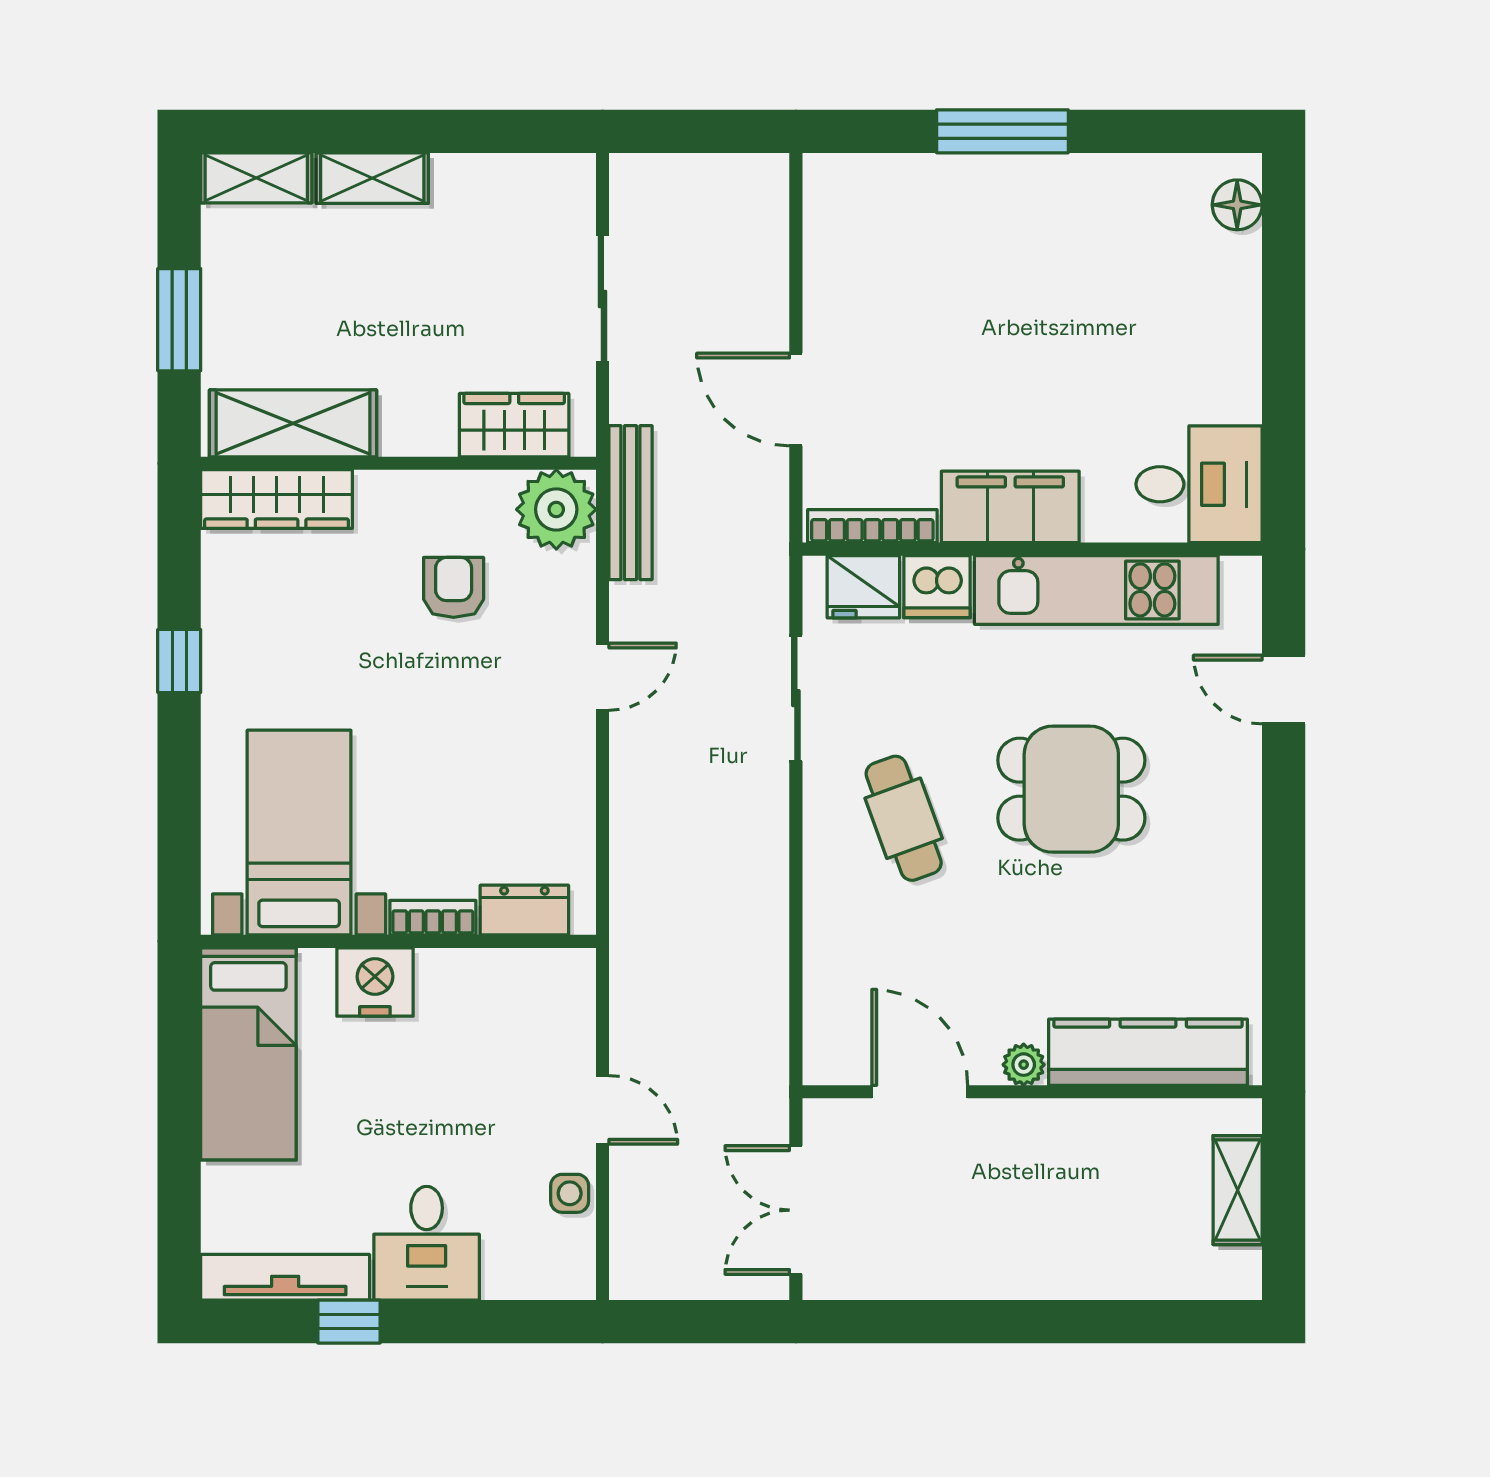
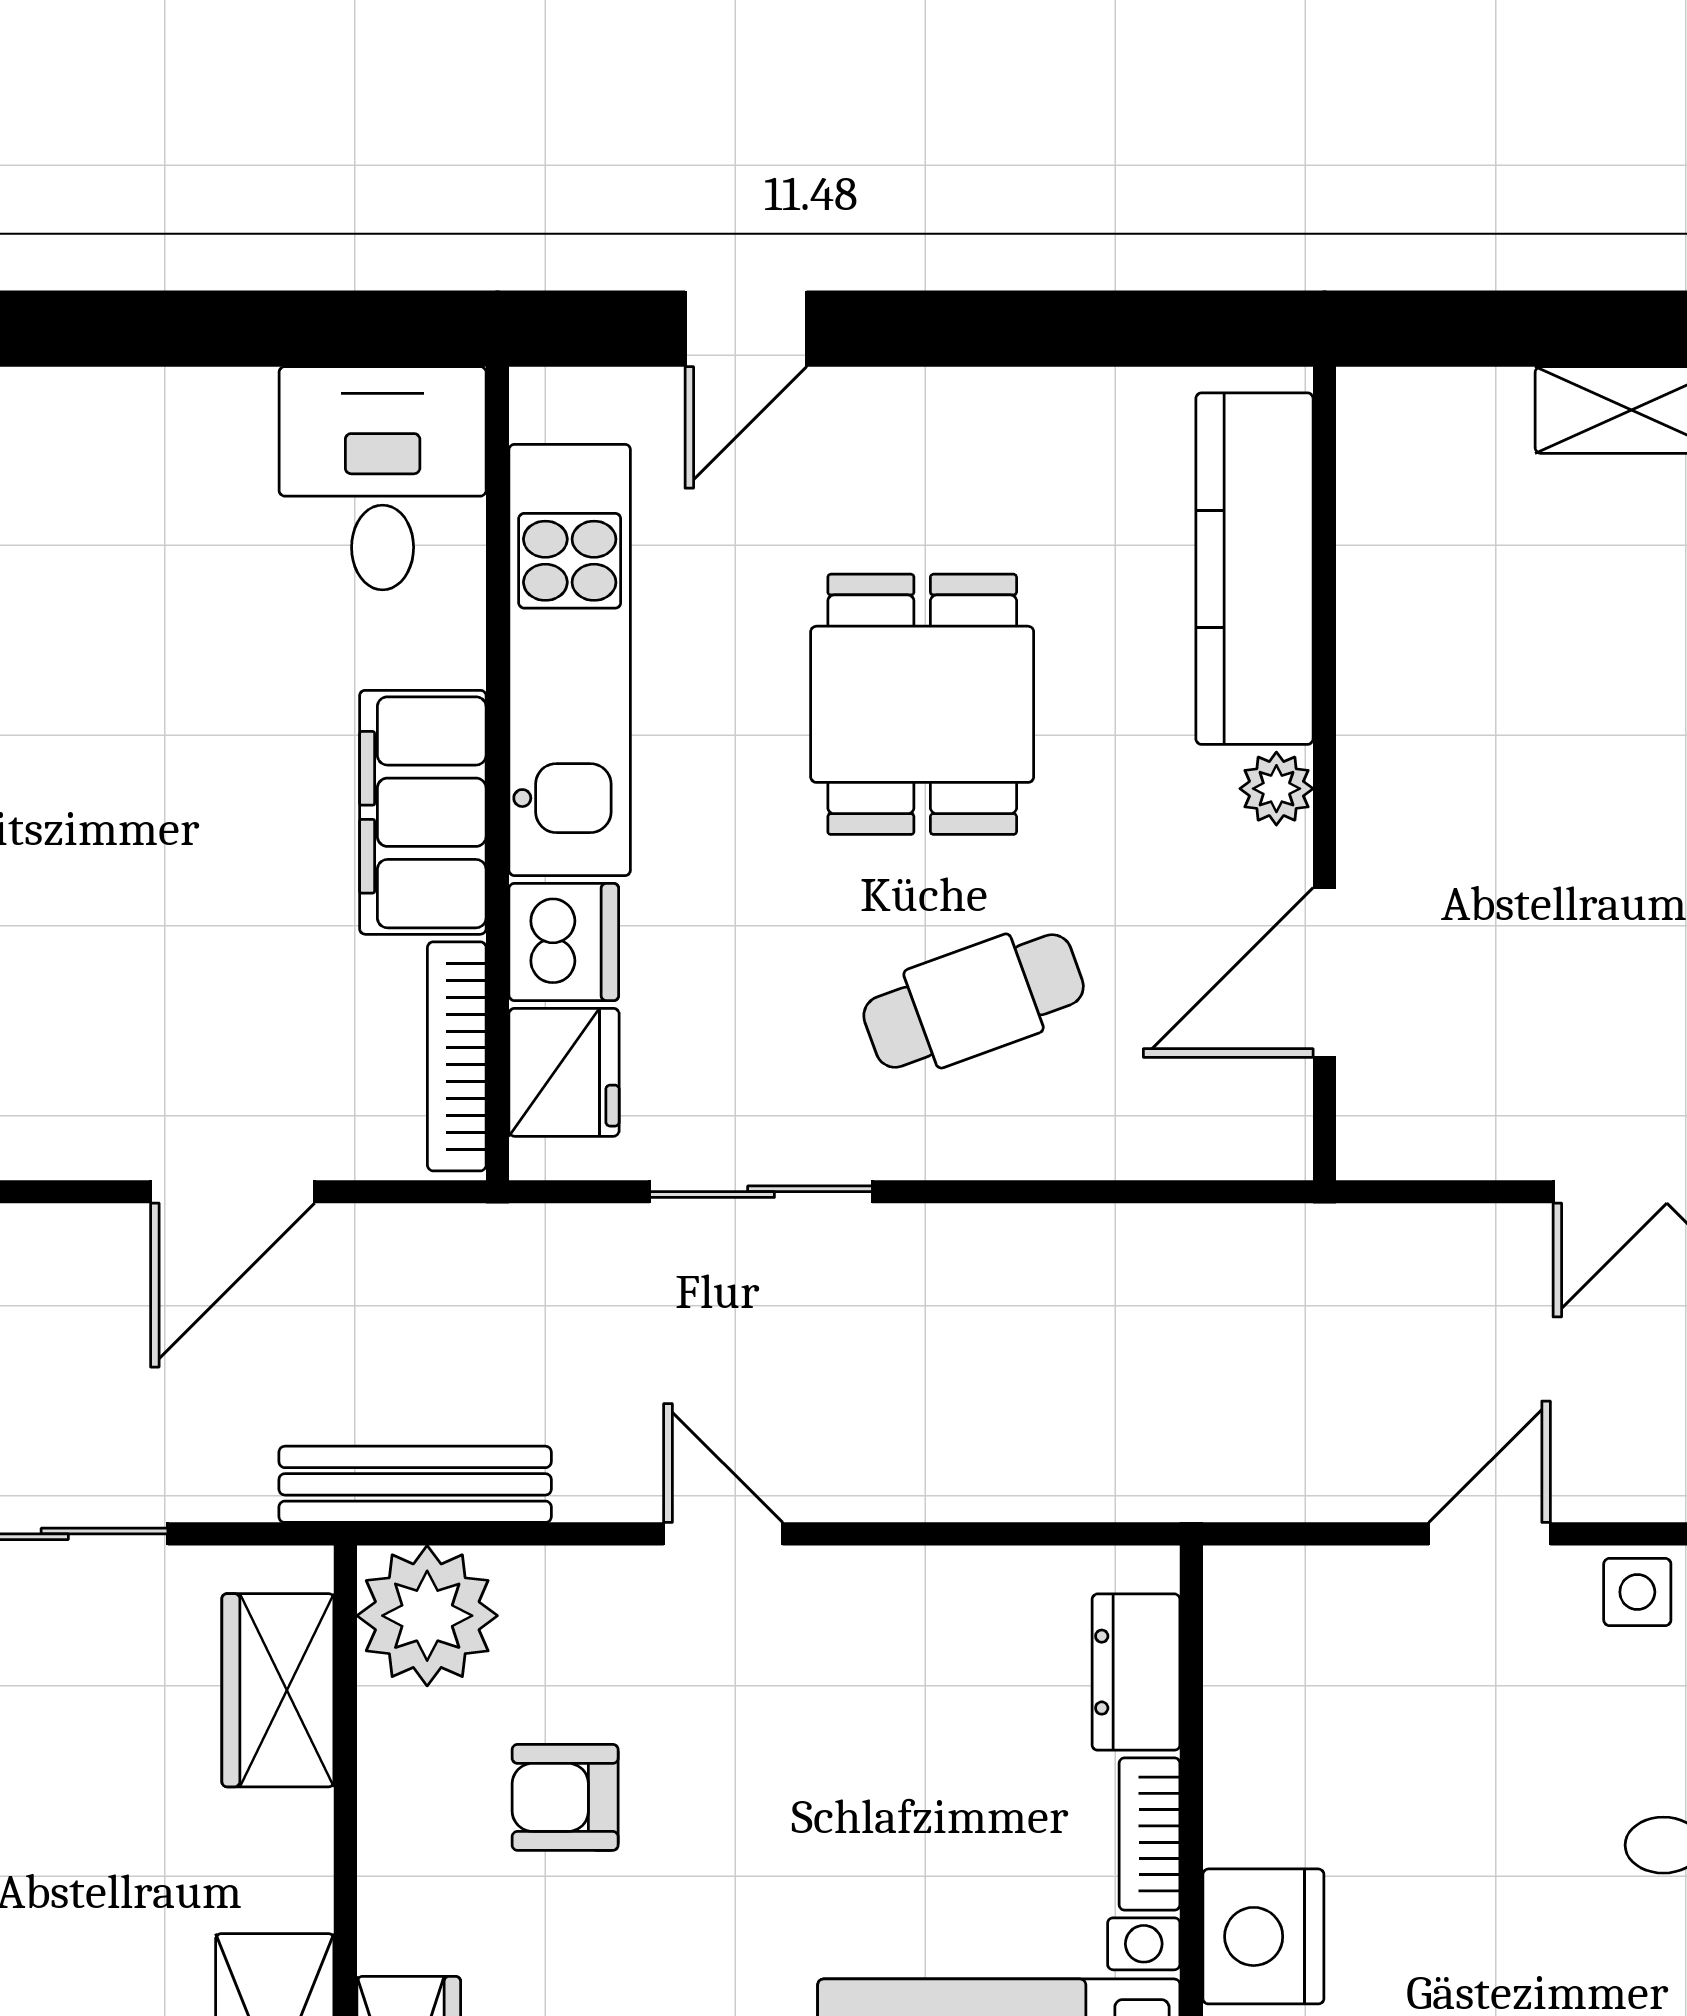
kitchen counter: (1148, 1052) -> (1254, 569), moved
plant: (1024, 1065) -> (1276, 789), moved
door: (920, 1092) -> (1324, 972), moved
wall: (1032, 1092) -> (1324, 773), moved

